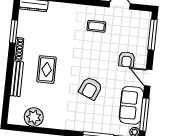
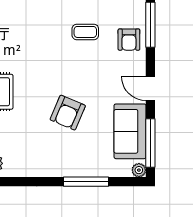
coffee table: (96, 26) -> (85, 32), moved
armchair: (127, 59) -> (129, 40), moved

